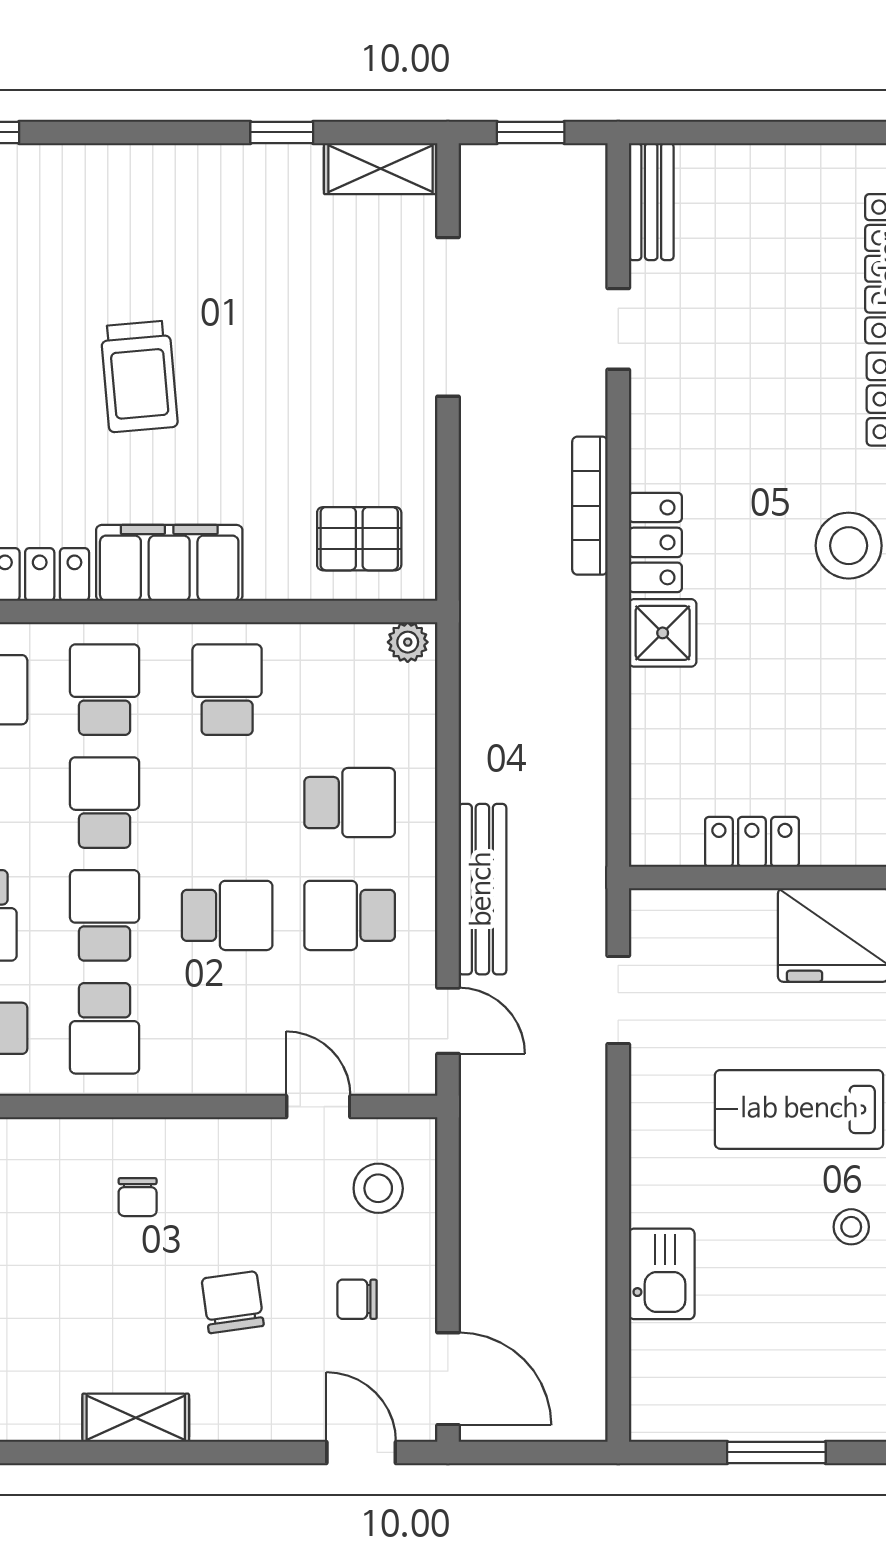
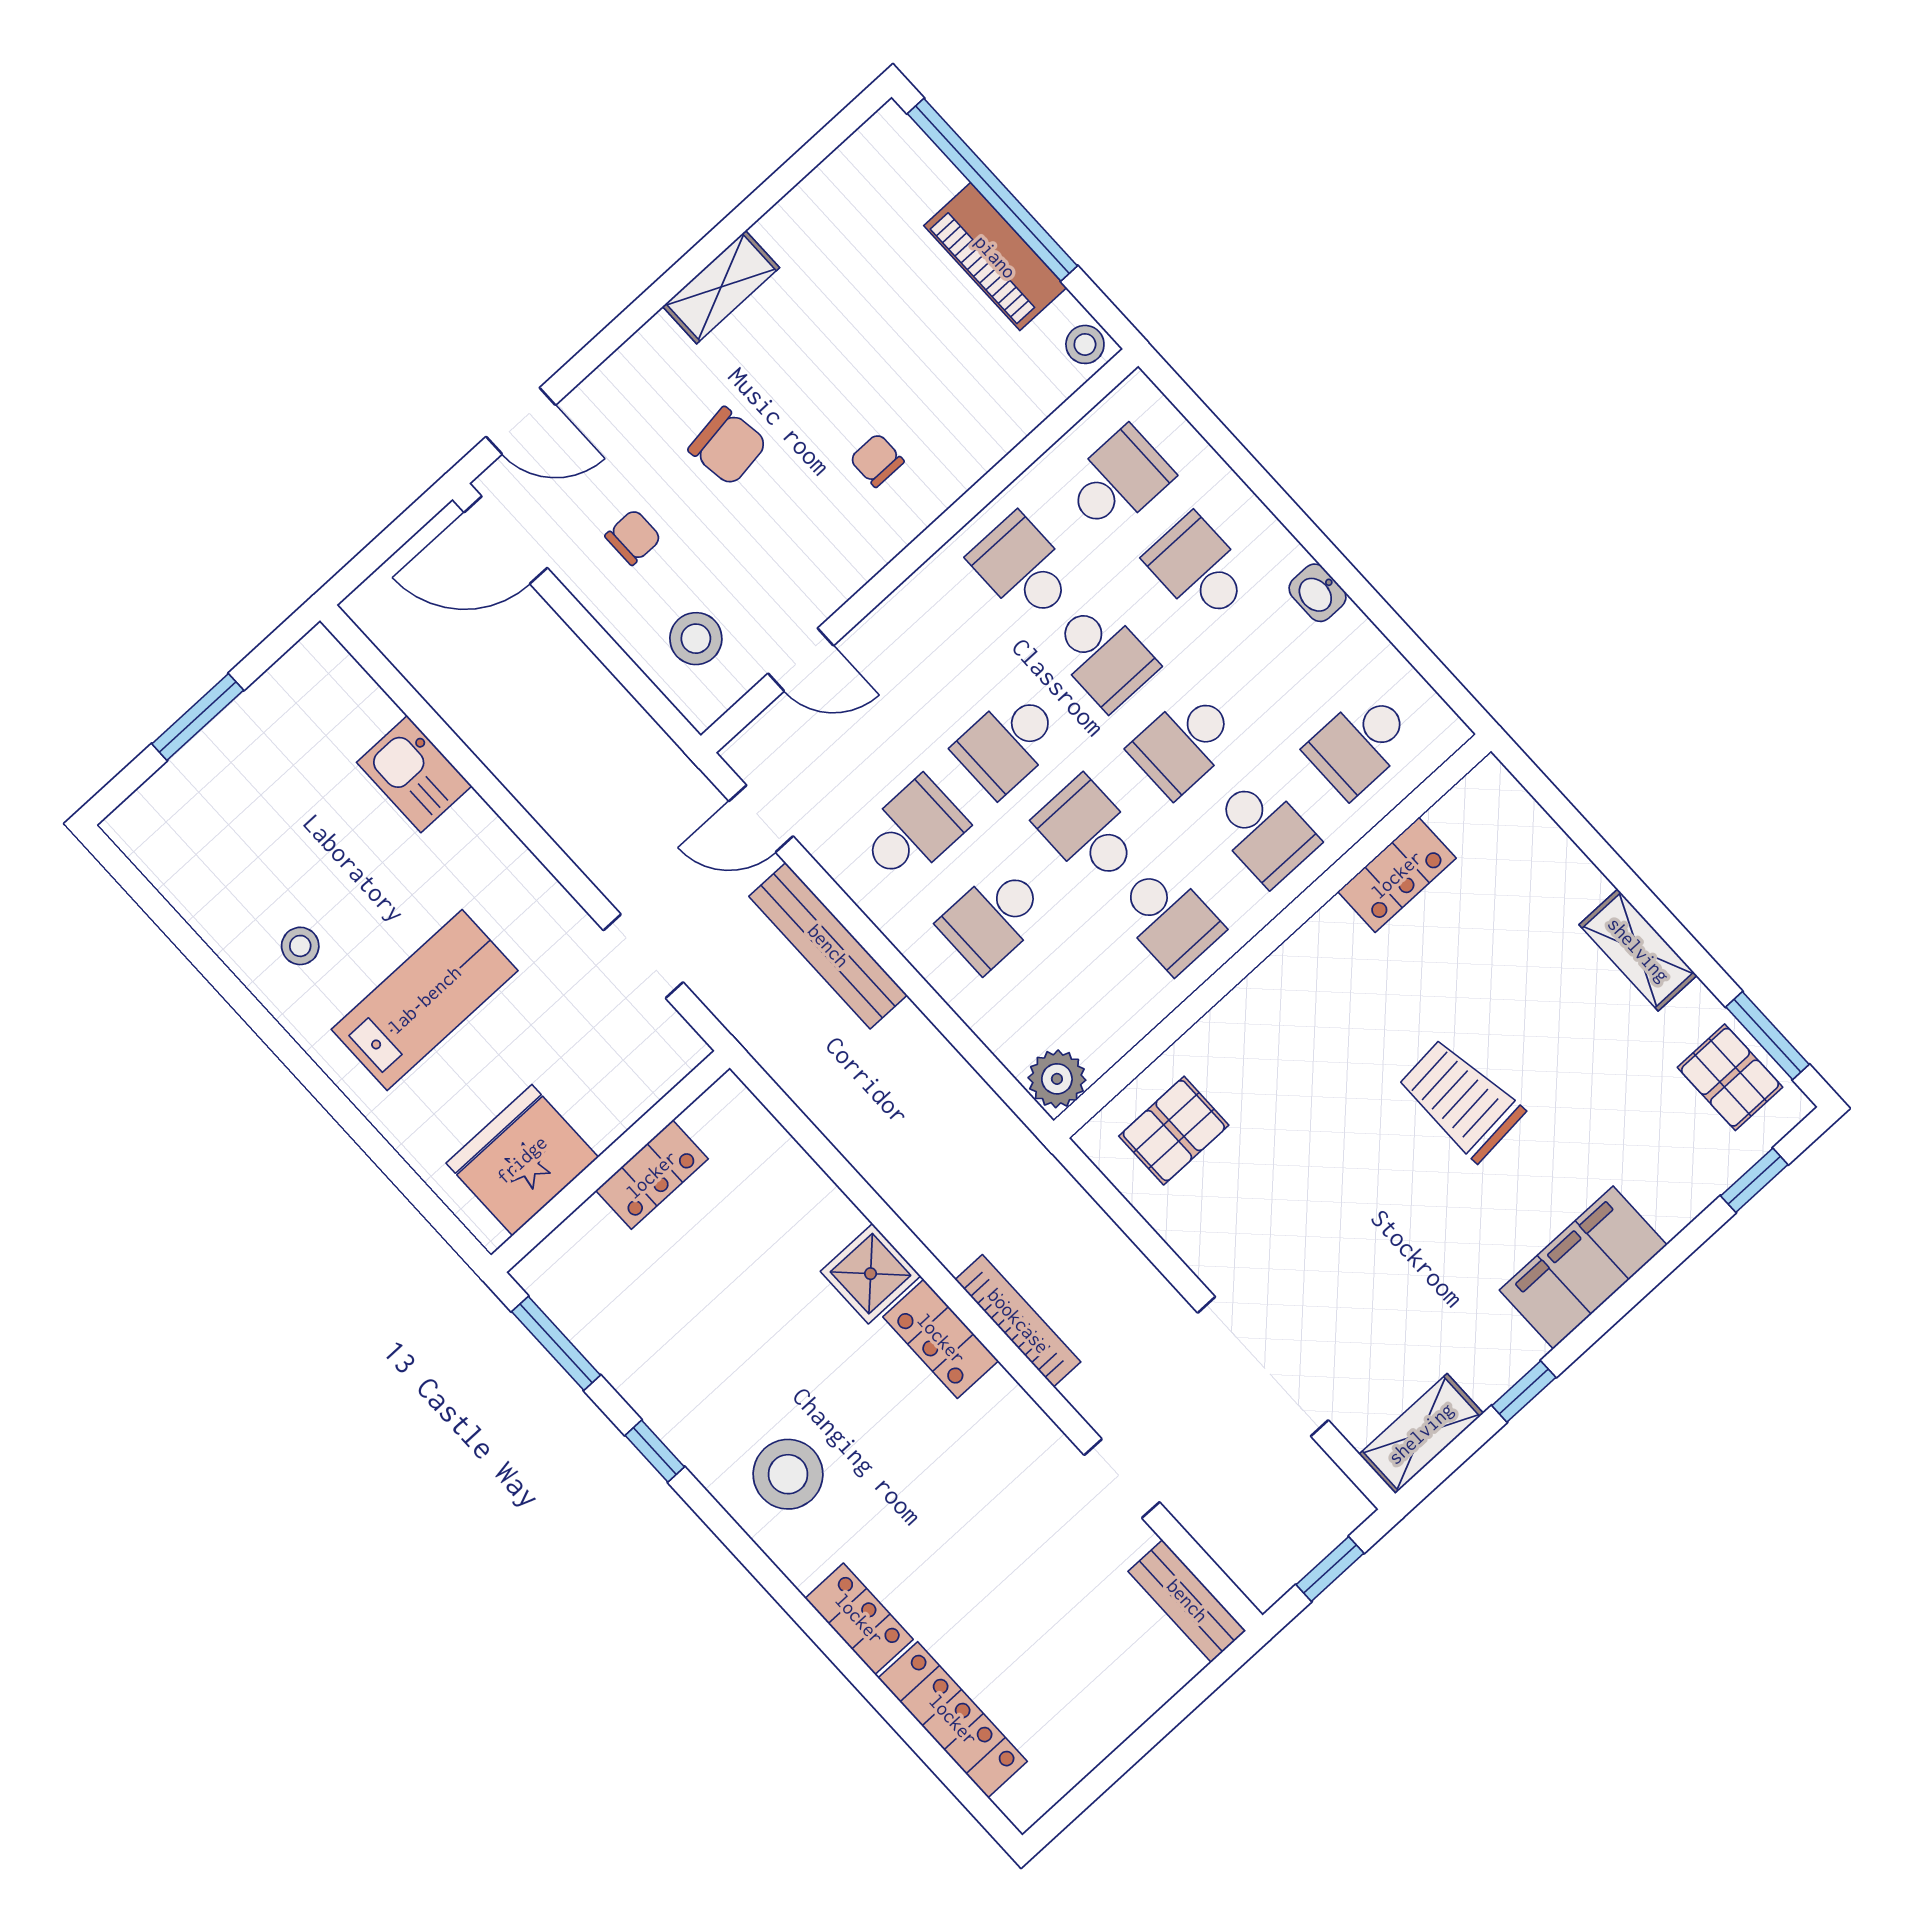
filing cabinet: (169, 563) -> (1583, 1267), moved, turned 180
plant: (408, 642) -> (1057, 1079), width x1.38, depth x1.38
school desk: (105, 803) -> (1184, 744), turned 90
school desk: (227, 803) -> (1088, 831), added

